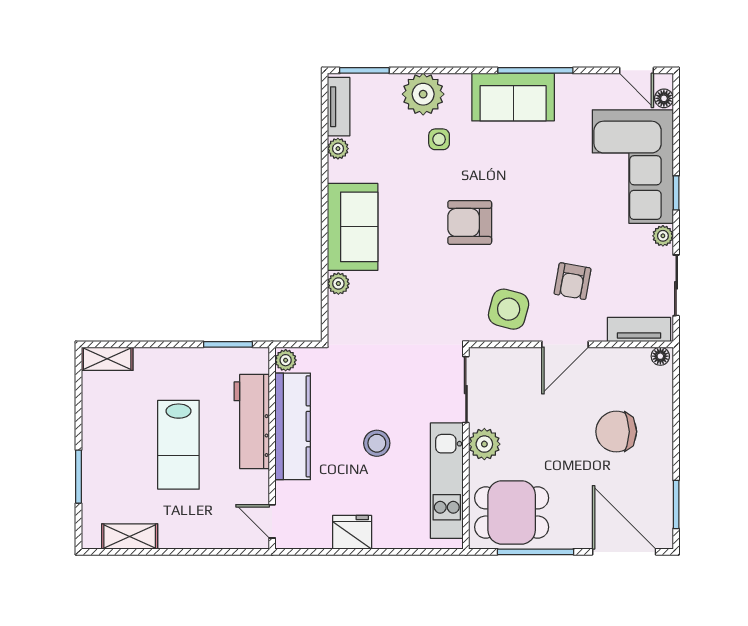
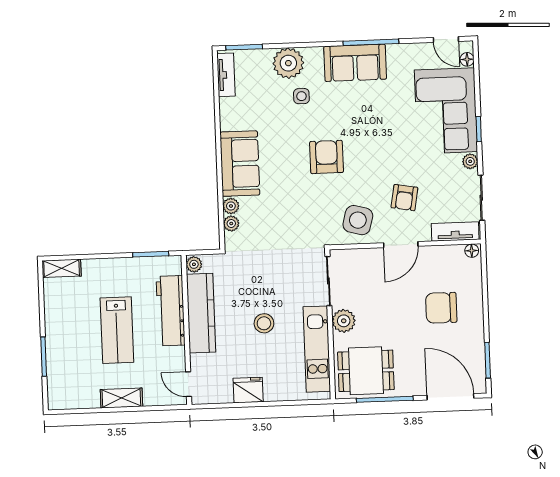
plant: (338, 149) -> (231, 223), moved
armchair: (470, 222) -> (327, 157), turned 90
shelving: (130, 536) -> (121, 398), moved

